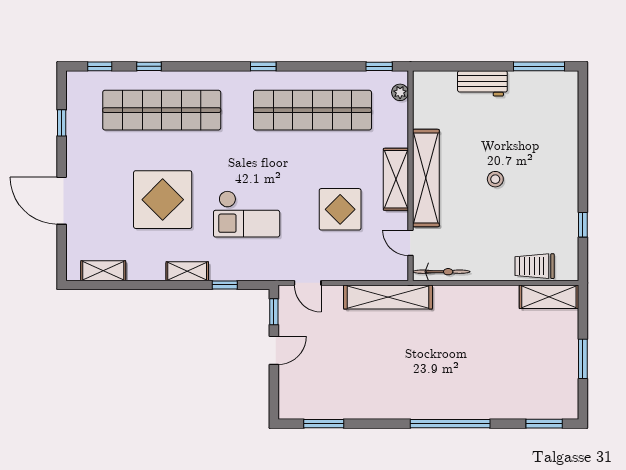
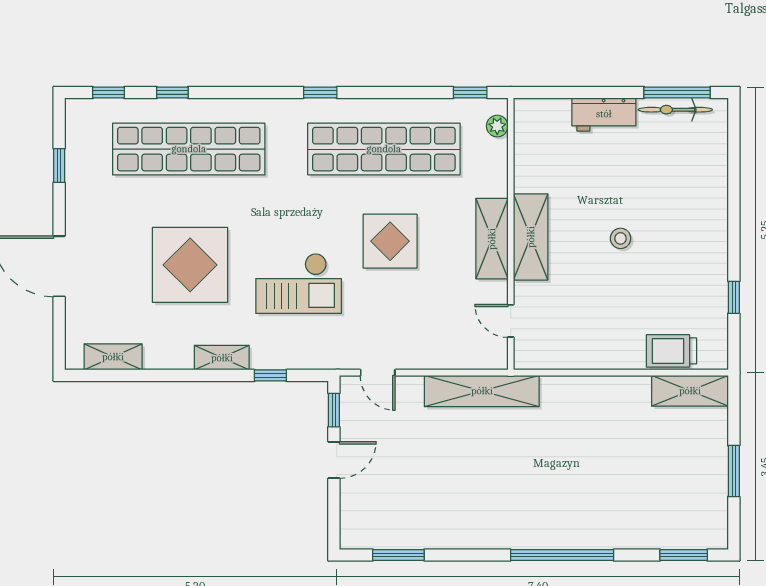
shelving: (426, 178) -> (531, 237), width x0.68
display table: (340, 209) -> (390, 241), moved
bicycle: (441, 272) -> (675, 110), moved, turned 180

